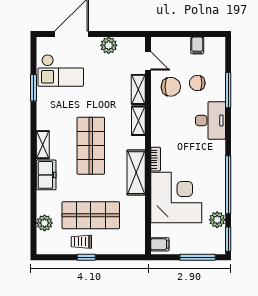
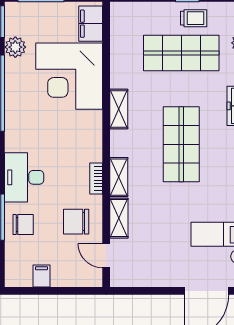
plant: (109, 45) -> (158, 276), removed
chair: (197, 83) -> (23, 224), moved
bookcase: (156, 159) -> (96, 178), moved
shelving: (136, 173) -> (119, 109), width x0.67, depth x0.75
filing cabinet: (160, 244) -> (91, 24), width x2.00

